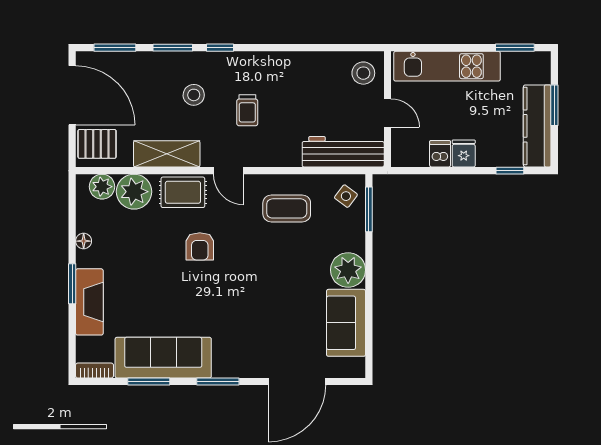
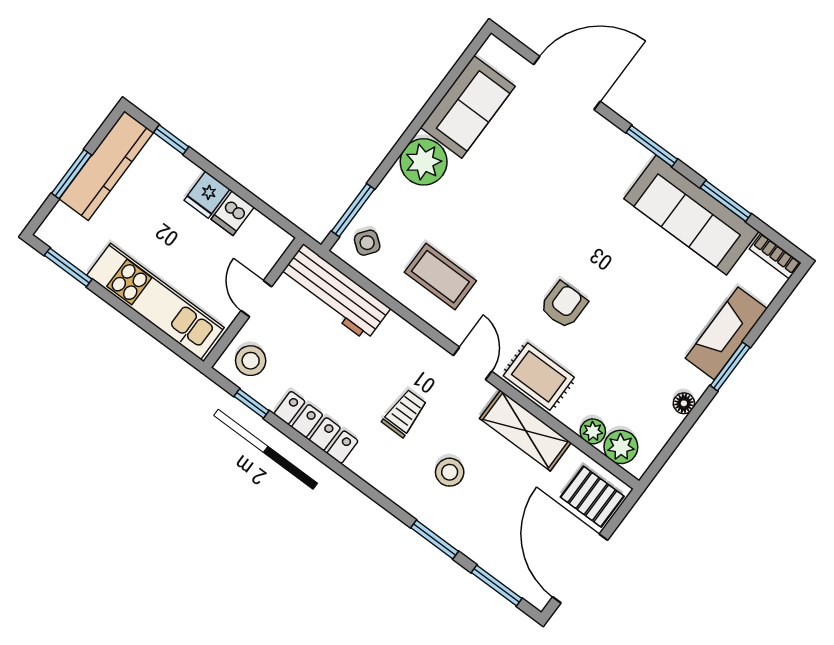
window: (220, 48) -> (252, 404), moved
locker: (294, 62) -> (316, 427), added
plant: (134, 192) -> (593, 431), width x0.53, depth x0.53

